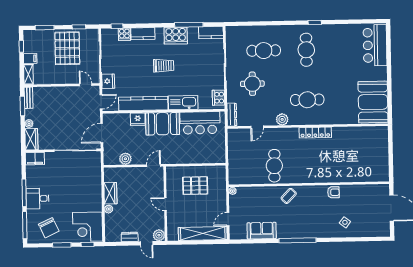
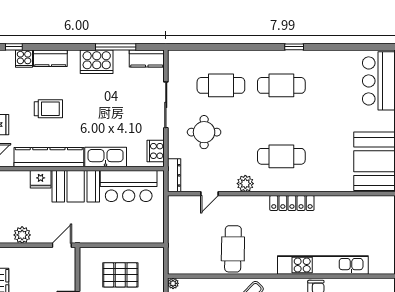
cafe table: (306, 50) -> (281, 85), turned 90
trolley: (164, 66) -> (48, 109), moved
kitchen unit: (338, 176) -> (323, 265), added

